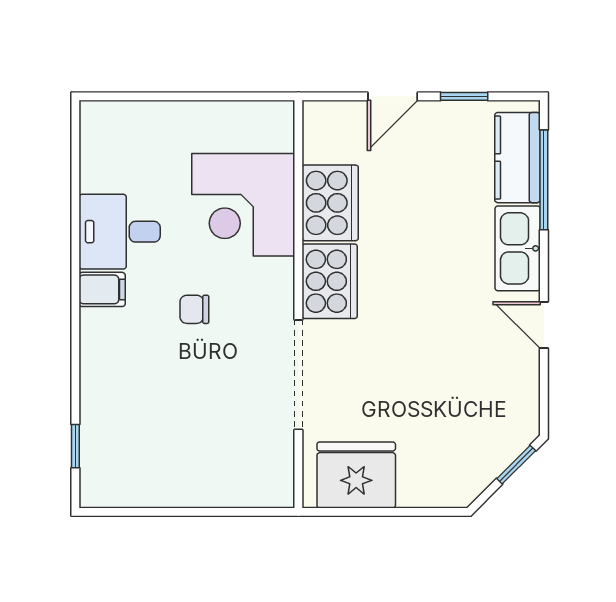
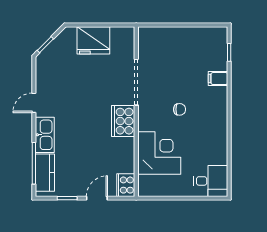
cooker: (330, 203) -> (126, 185), moved, width x0.73, depth x0.76
desk: (120, 232) -> (211, 181), moved
filing cabinet: (102, 289) -> (218, 79), moved
door: (544, 325) -> (34, 103), swing flipped
fridge: (356, 475) -> (93, 40), moved

